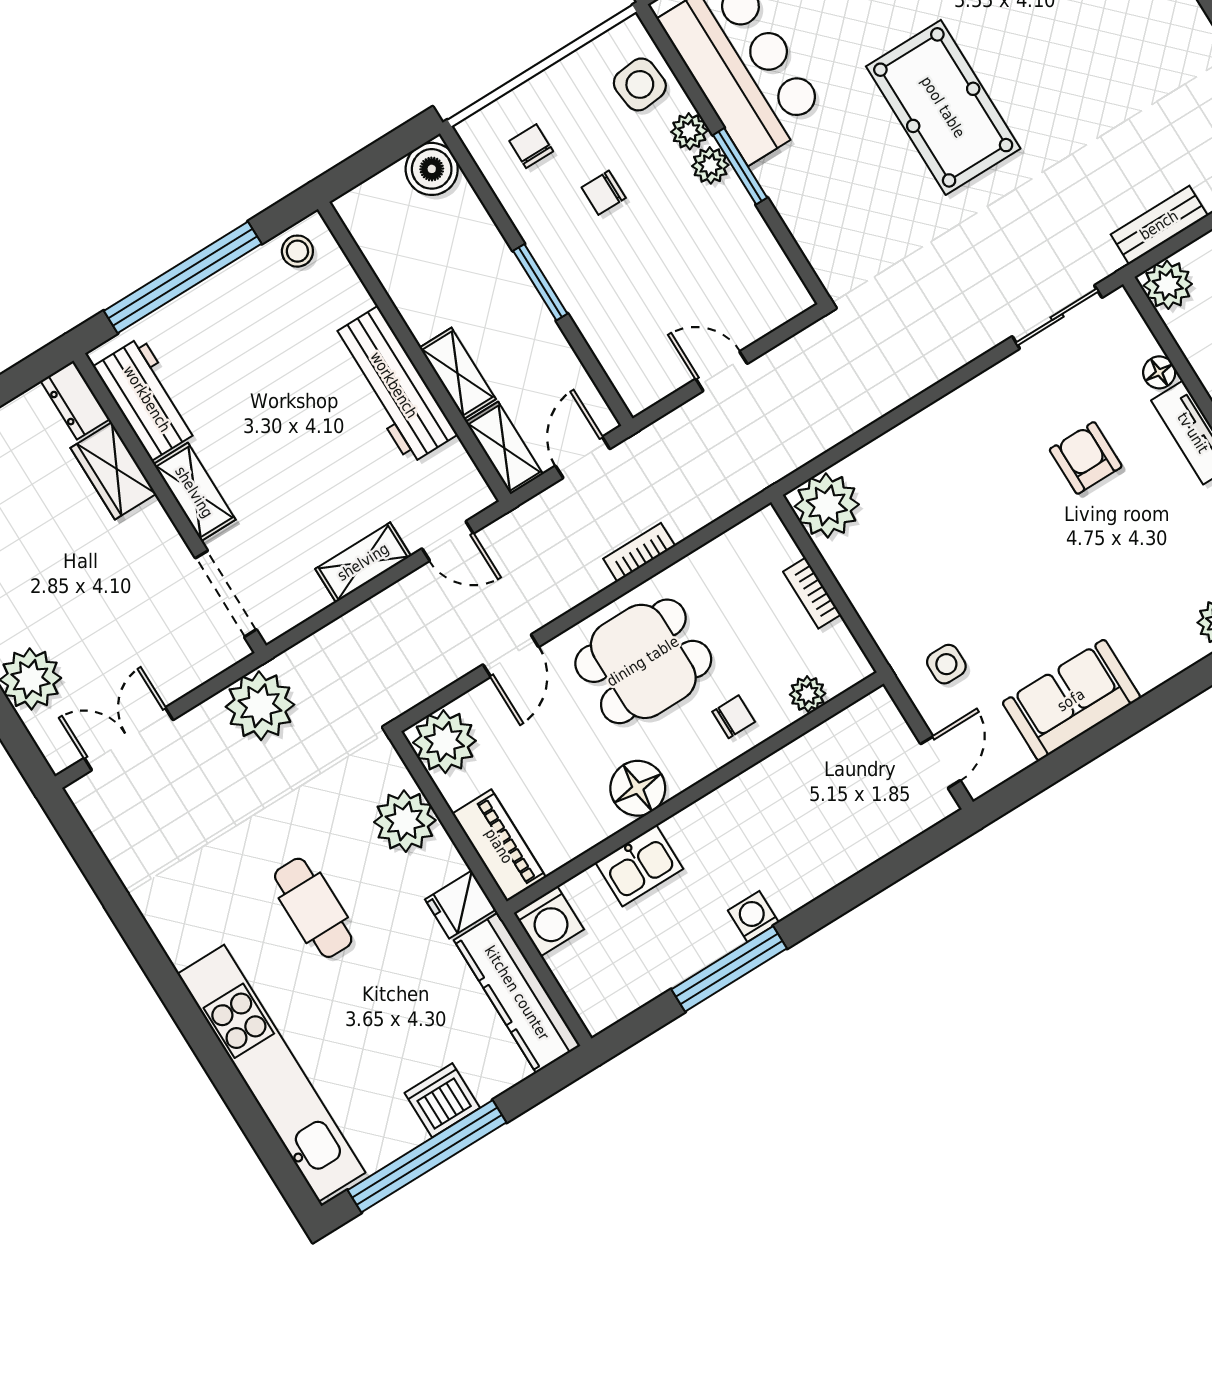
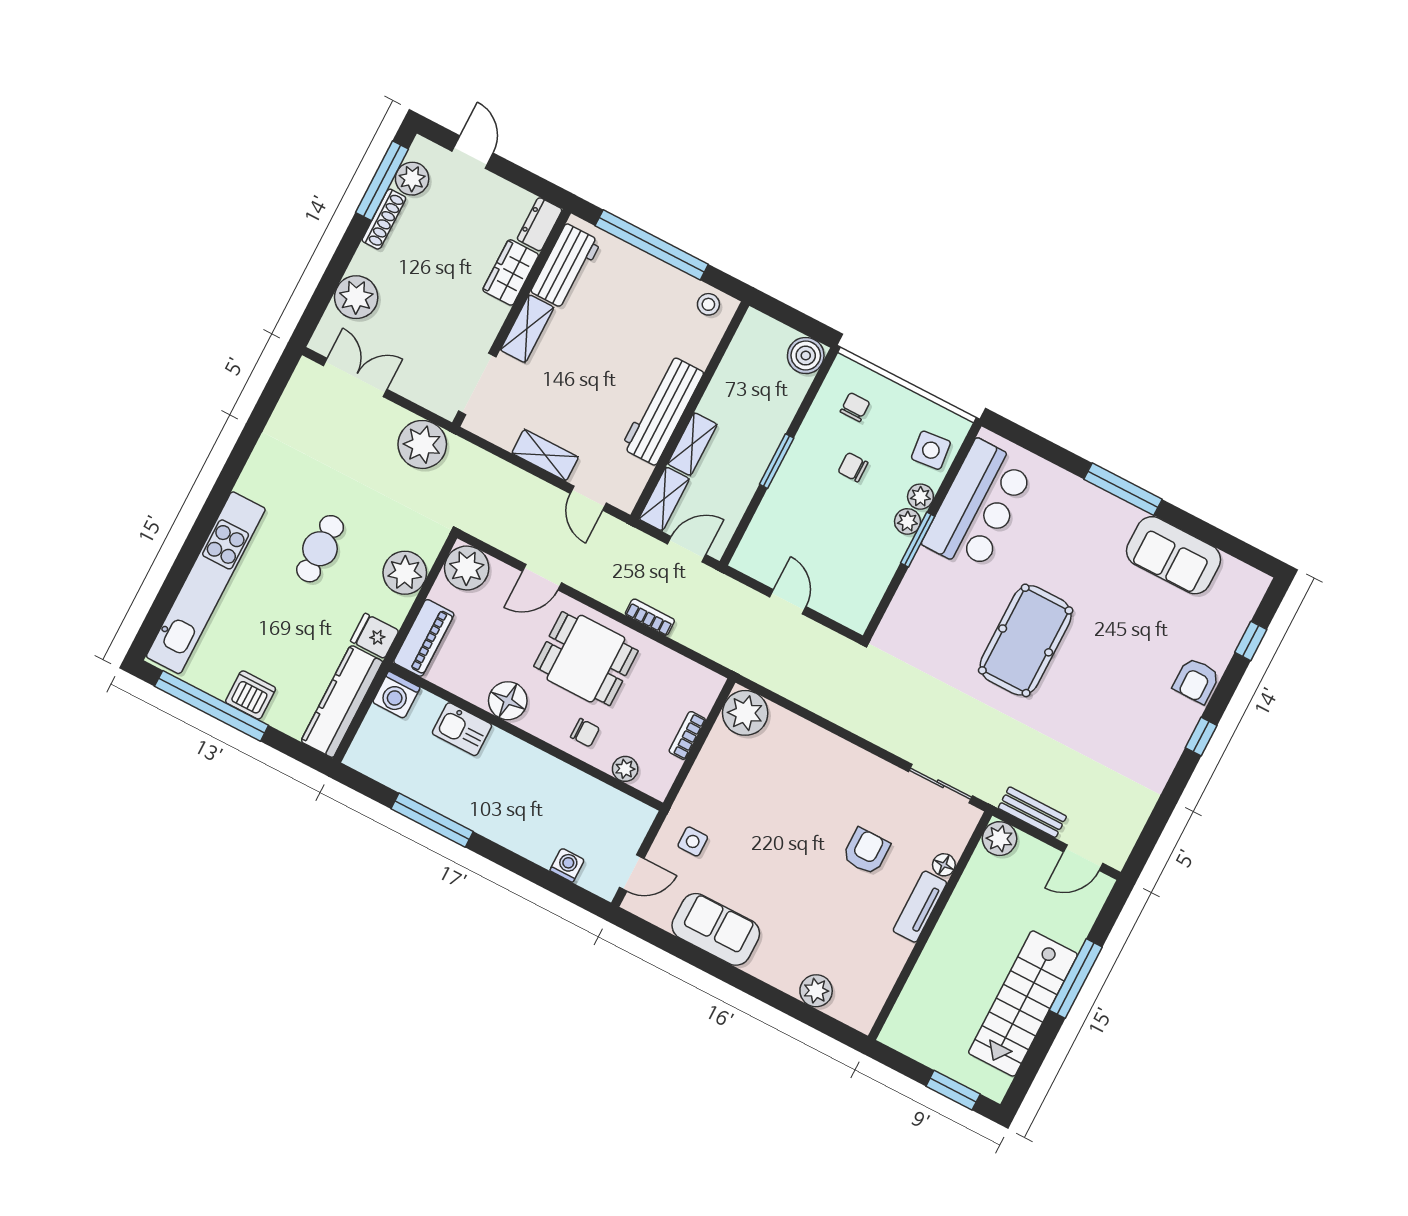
washing machine: (753, 917) -> (567, 865), moved

